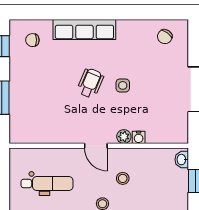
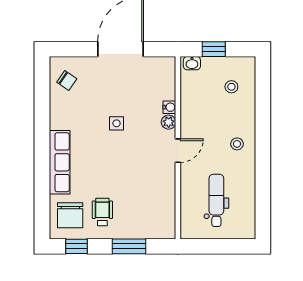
chair: (32, 40) -> (70, 215), width x1.87, depth x1.87
wheelchair: (90, 83) -> (102, 212), moved, turned 67
stool: (123, 178) -> (231, 87), moved

